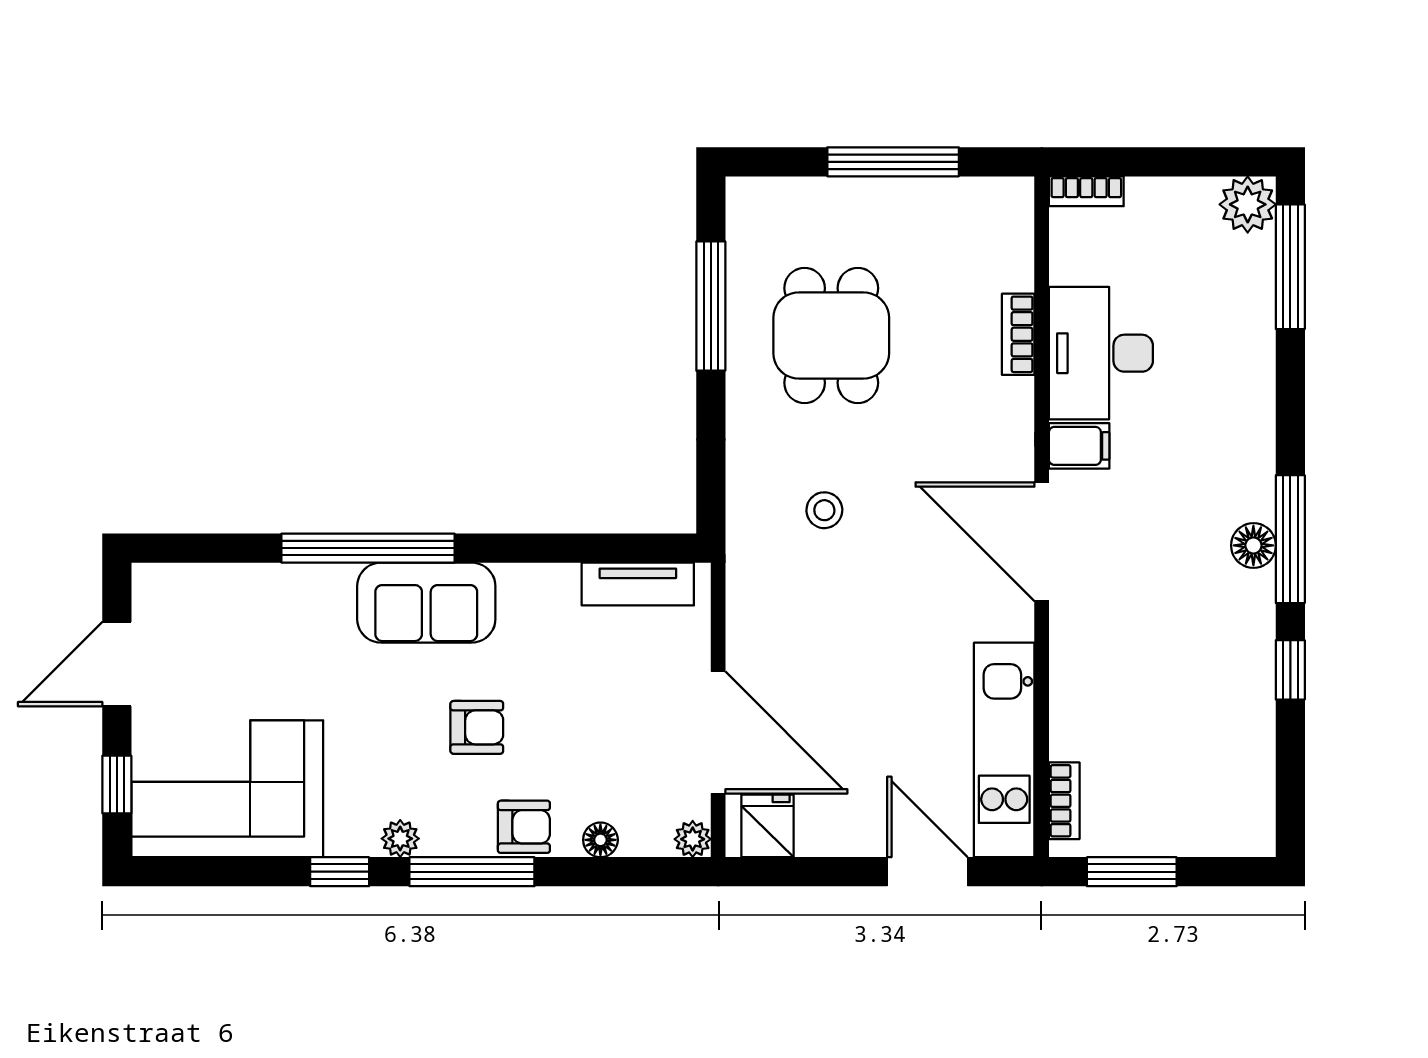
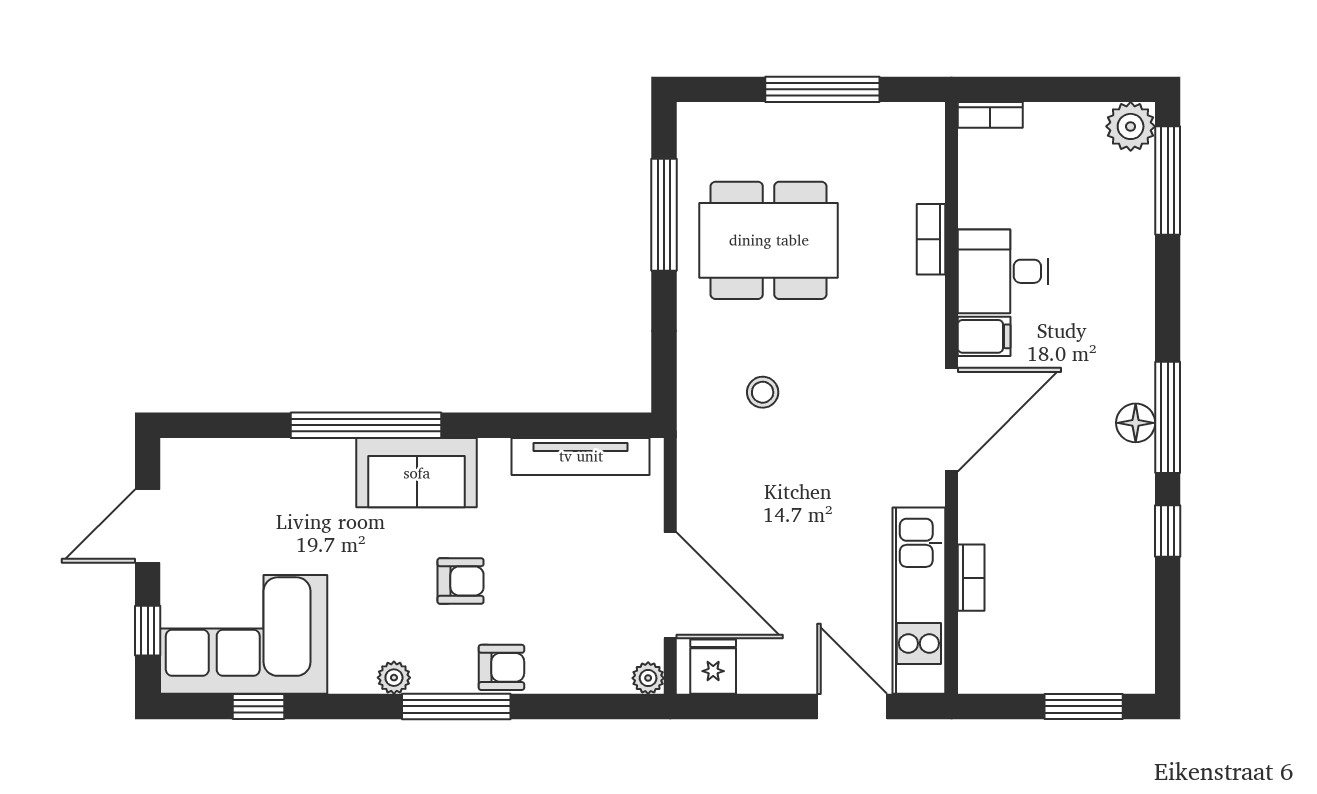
dining table: (831, 336) -> (769, 240), width x1.38
desk: (1101, 353) -> (1003, 271), width x0.73
door: (1042, 542) -> (951, 420), swing flipped
tv unit: (638, 584) -> (581, 456), width x1.41
bookcase: (1064, 801) -> (971, 578), moved
floor lamp: (600, 840) -> (568, 679), removed
window: (340, 872) -> (258, 706), moved
window: (1132, 872) -> (1084, 706), moved

